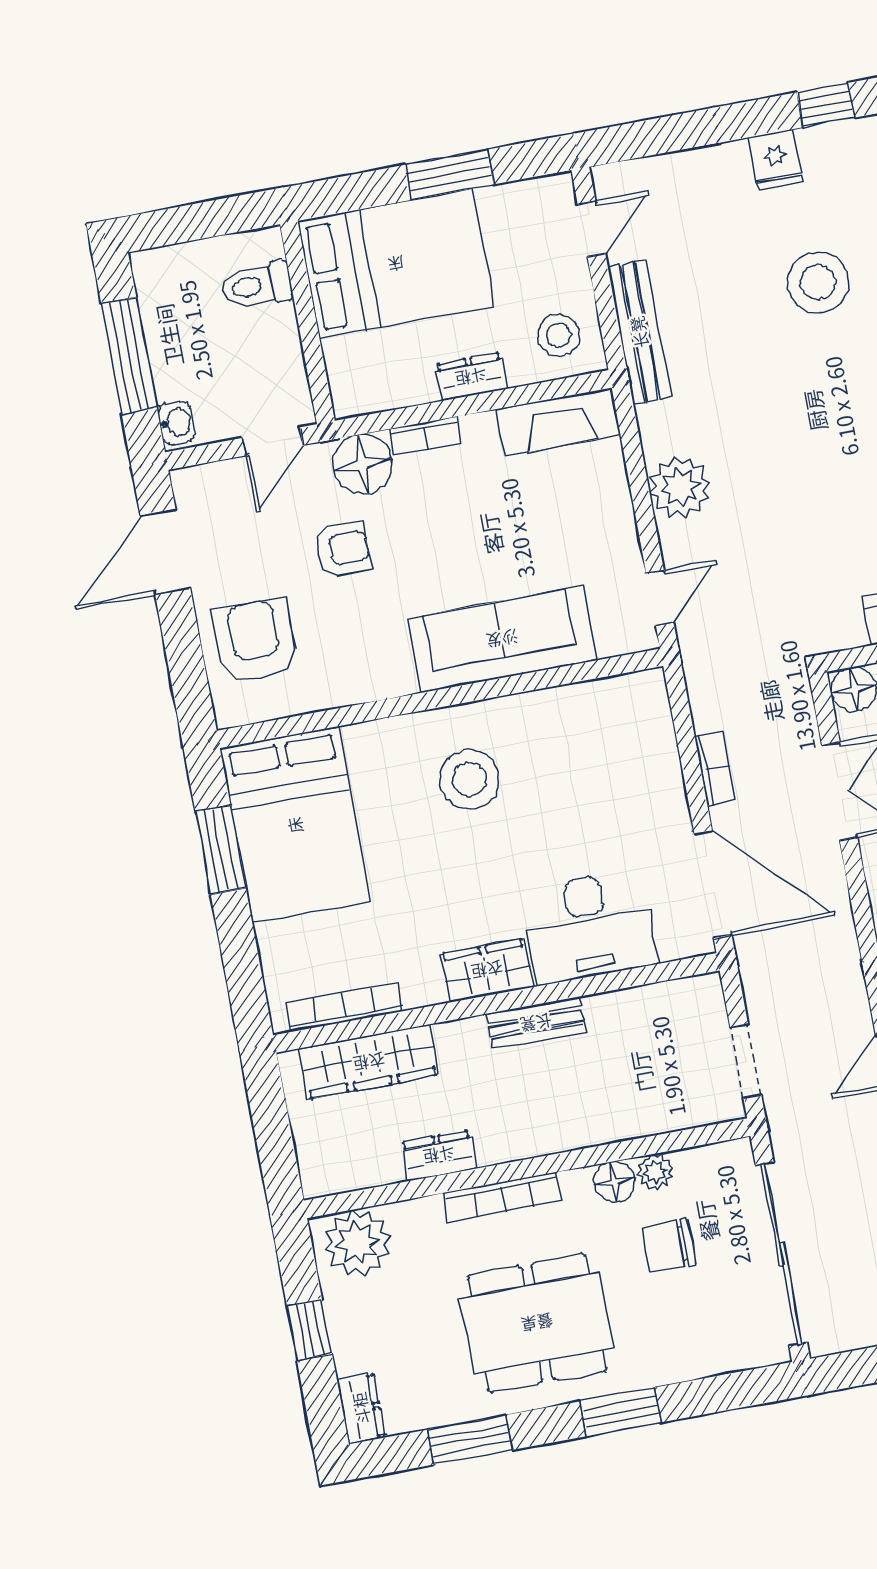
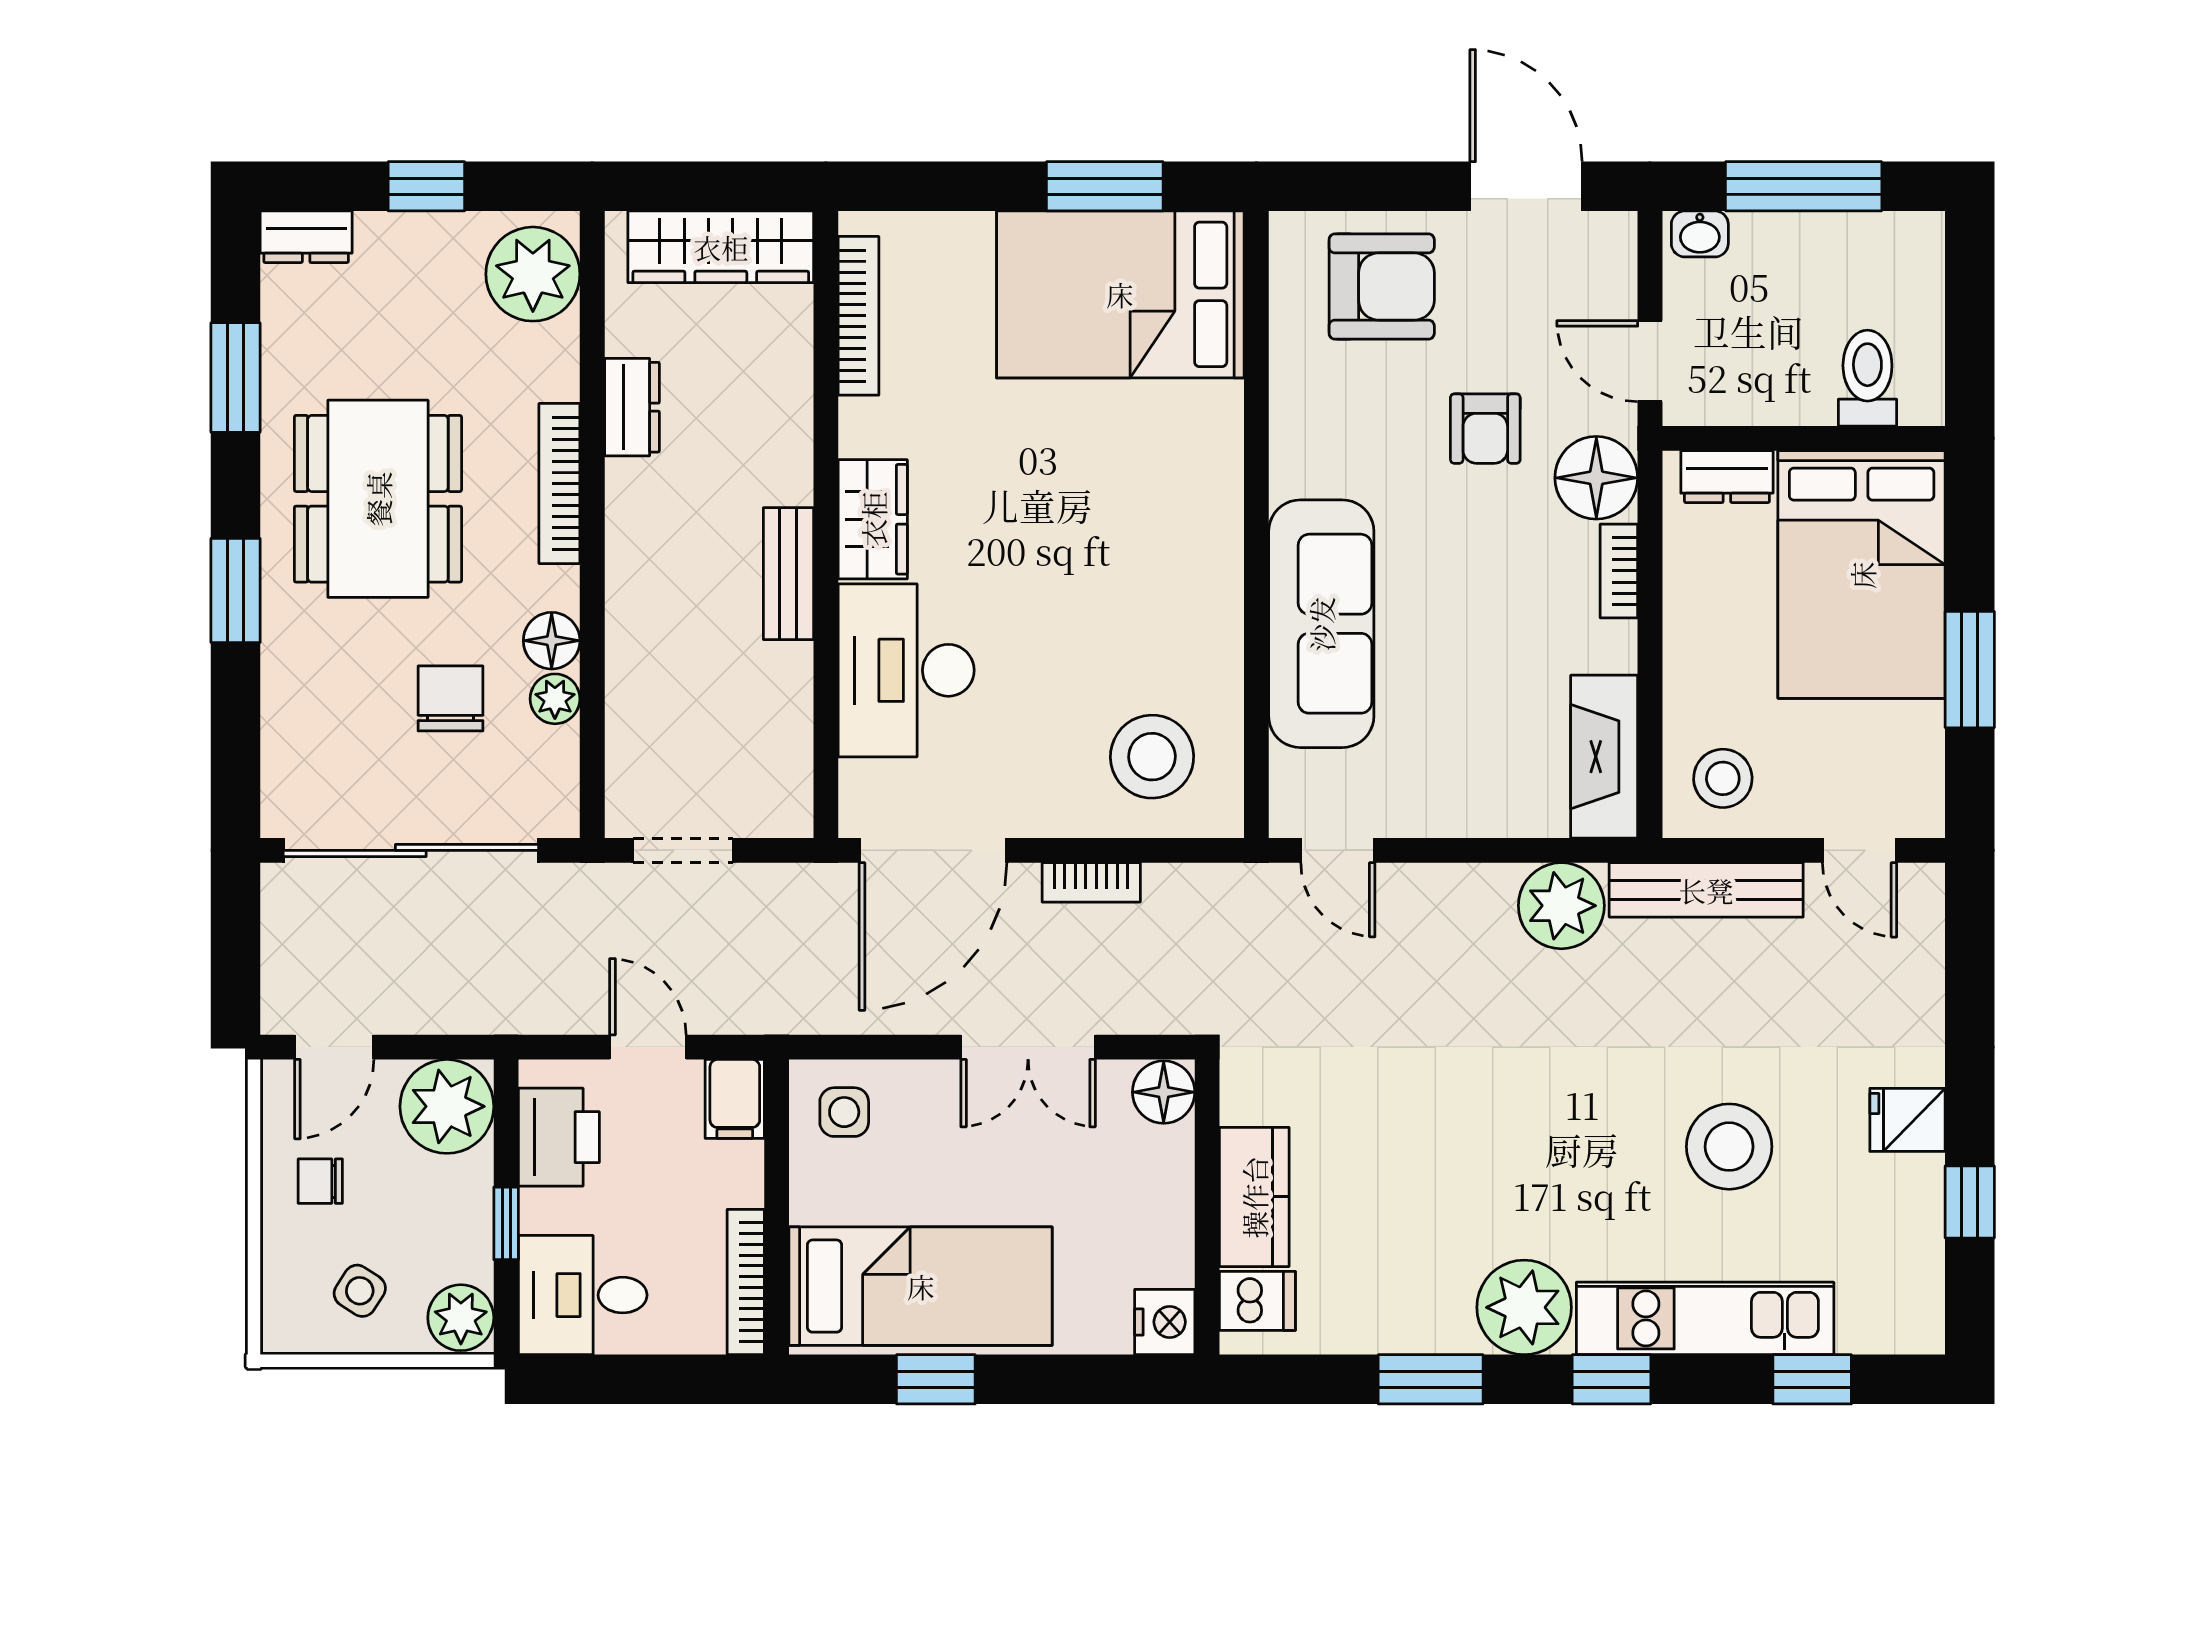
dresser: (471, 377) -> (1727, 477), moved, turned 90
plant: (680, 487) -> (1561, 906), moved
stool: (470, 779) -> (1152, 757), moved
wardrobe: (369, 1062) -> (721, 247), moved, turned -90

